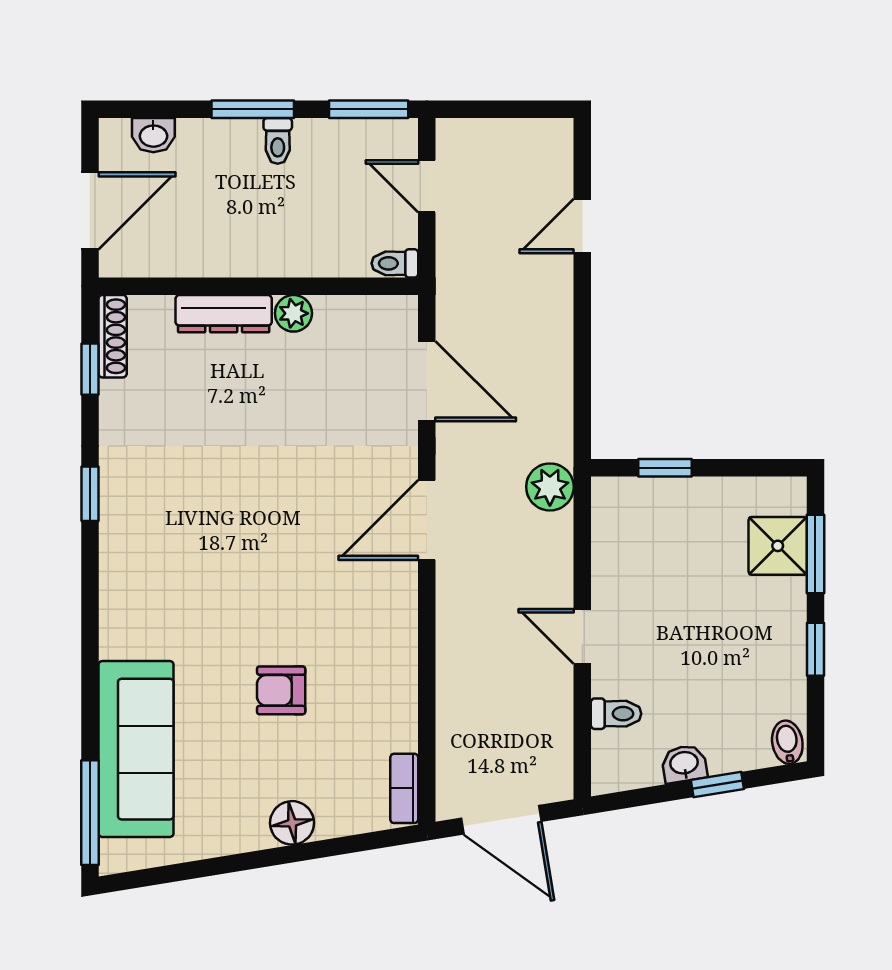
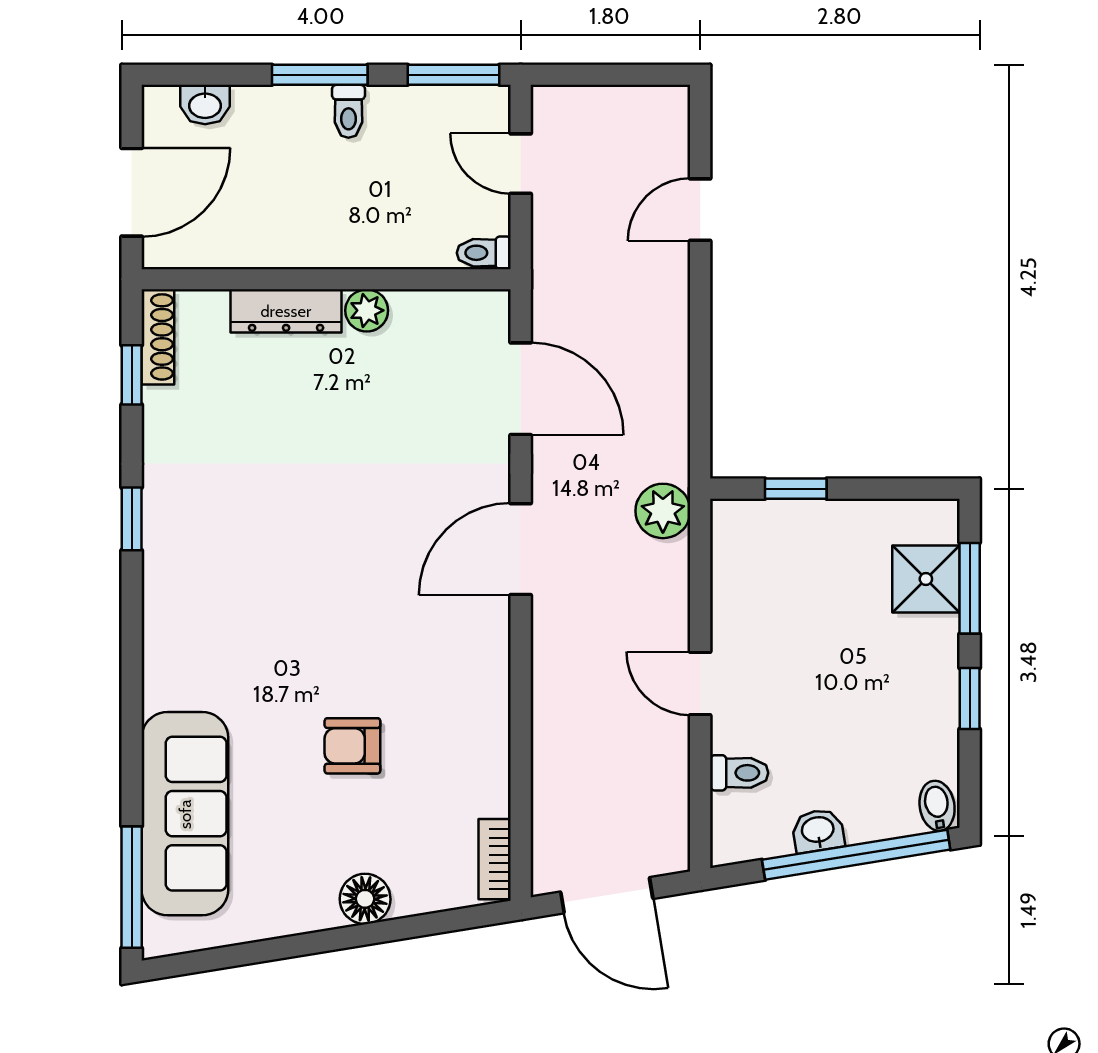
window: (717, 785) -> (856, 855), width x3.17

